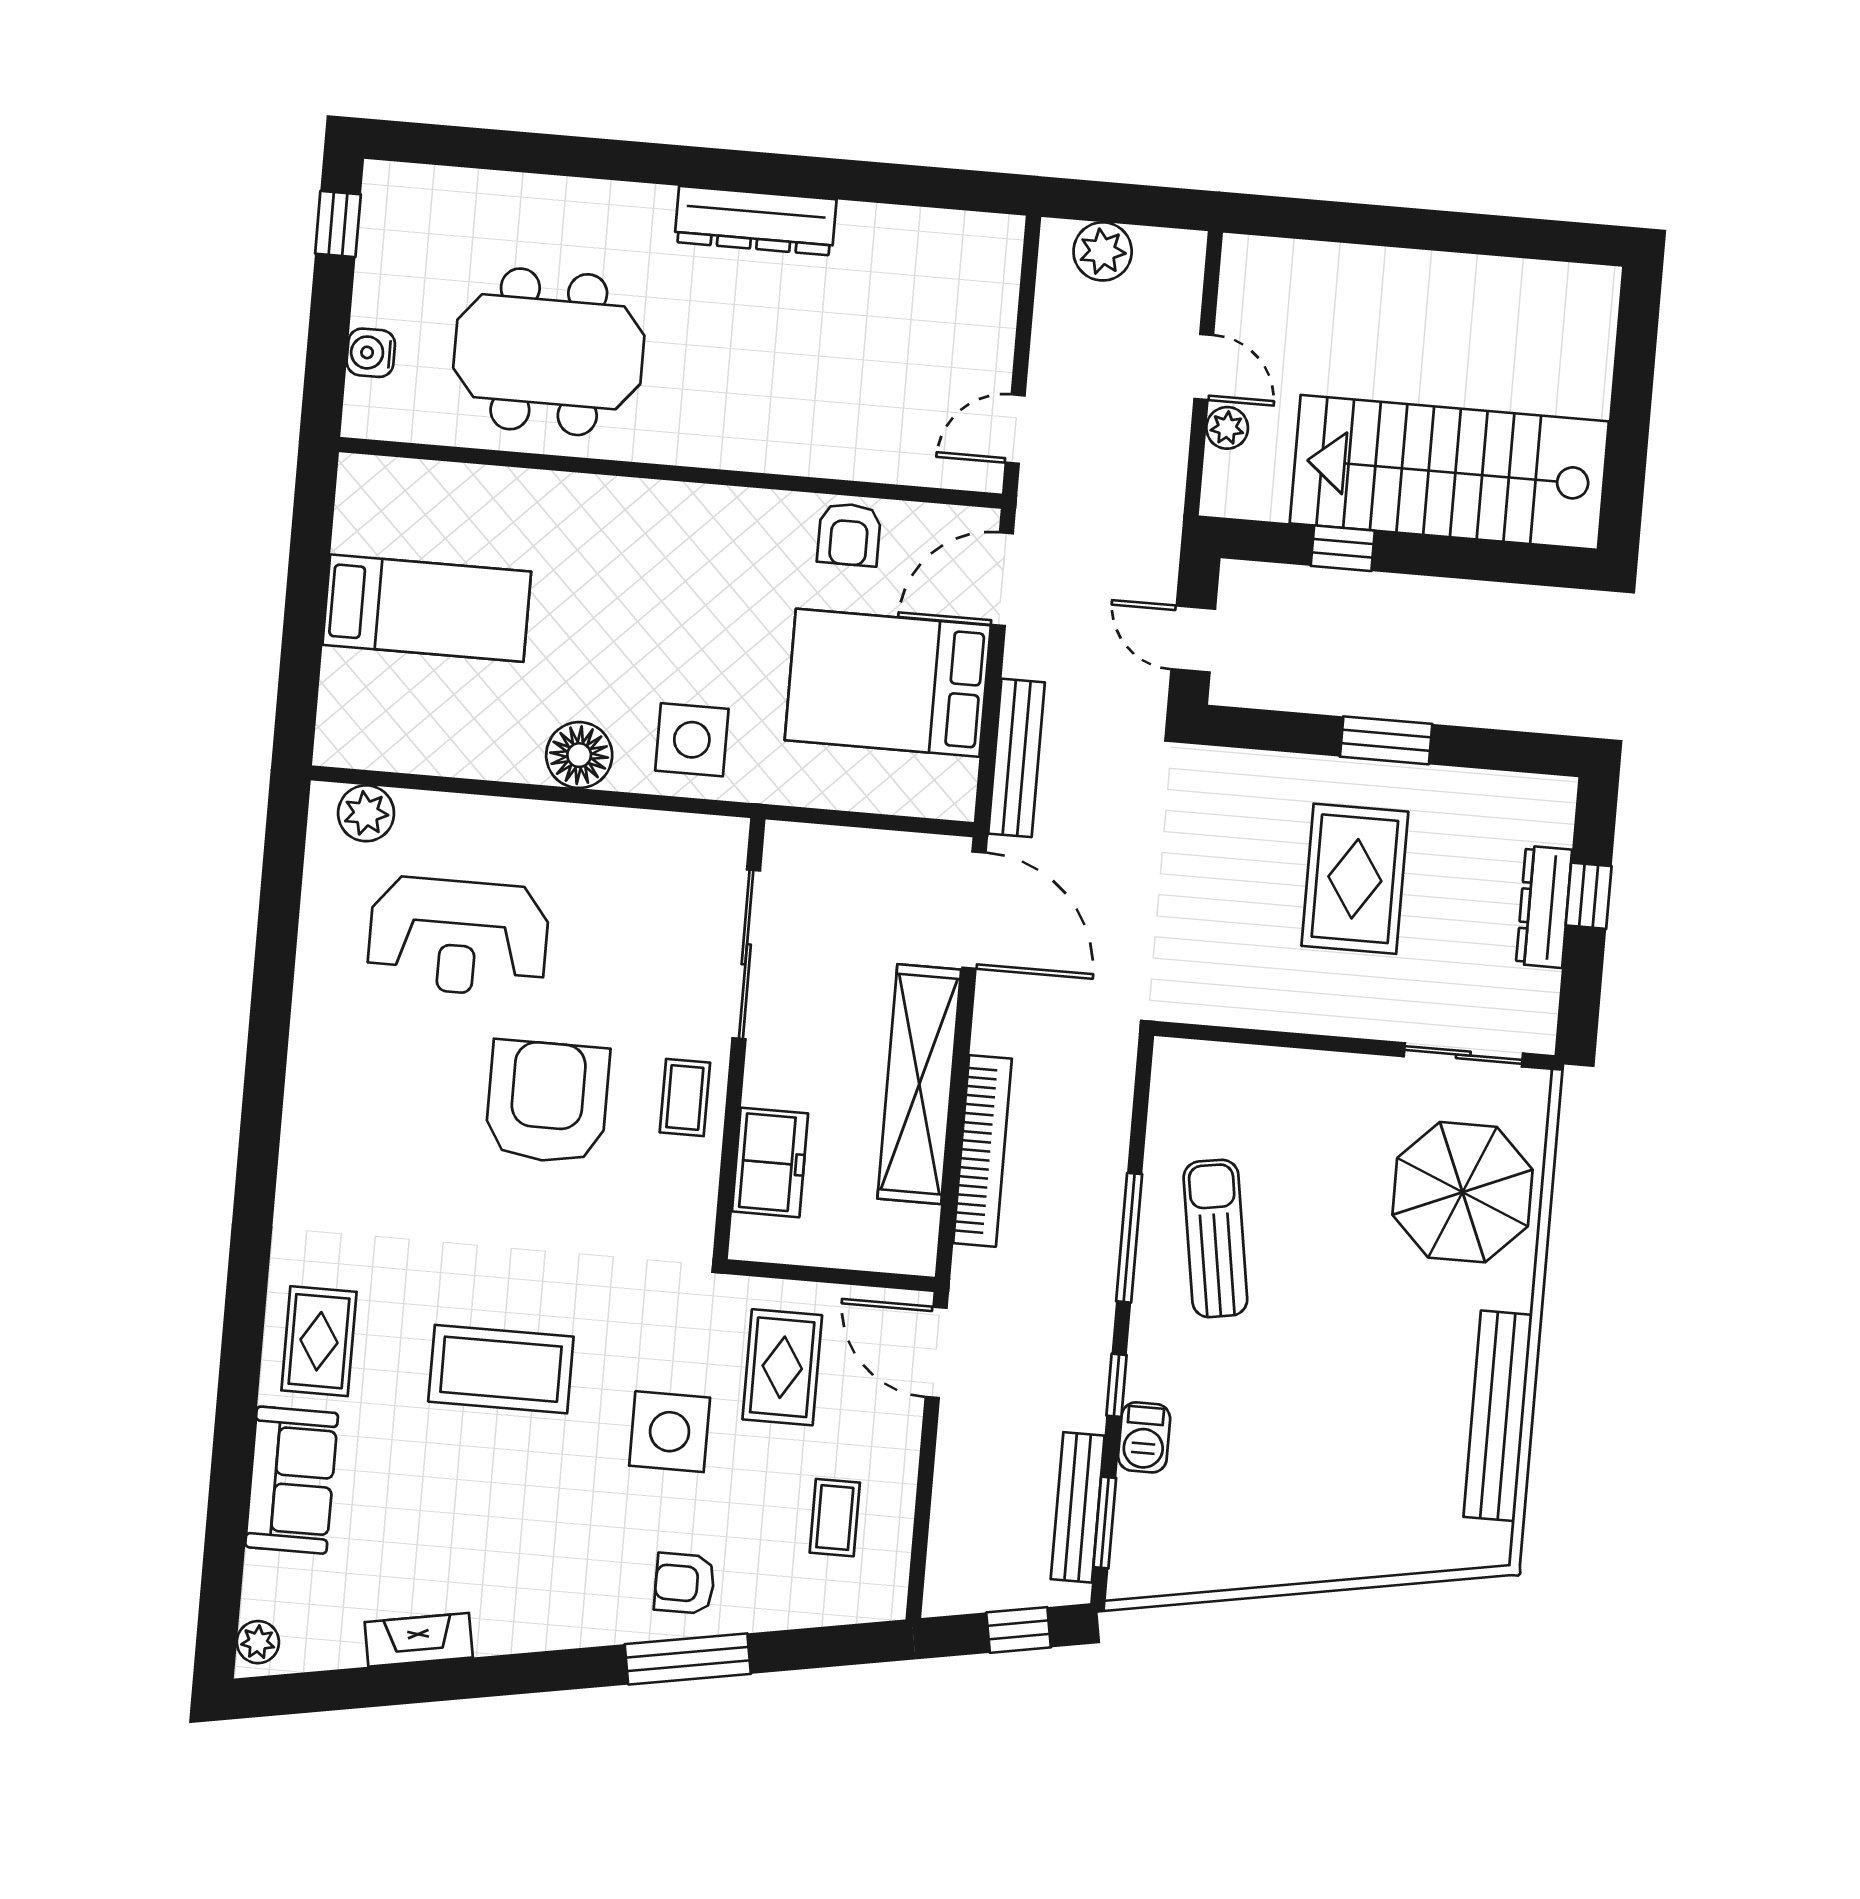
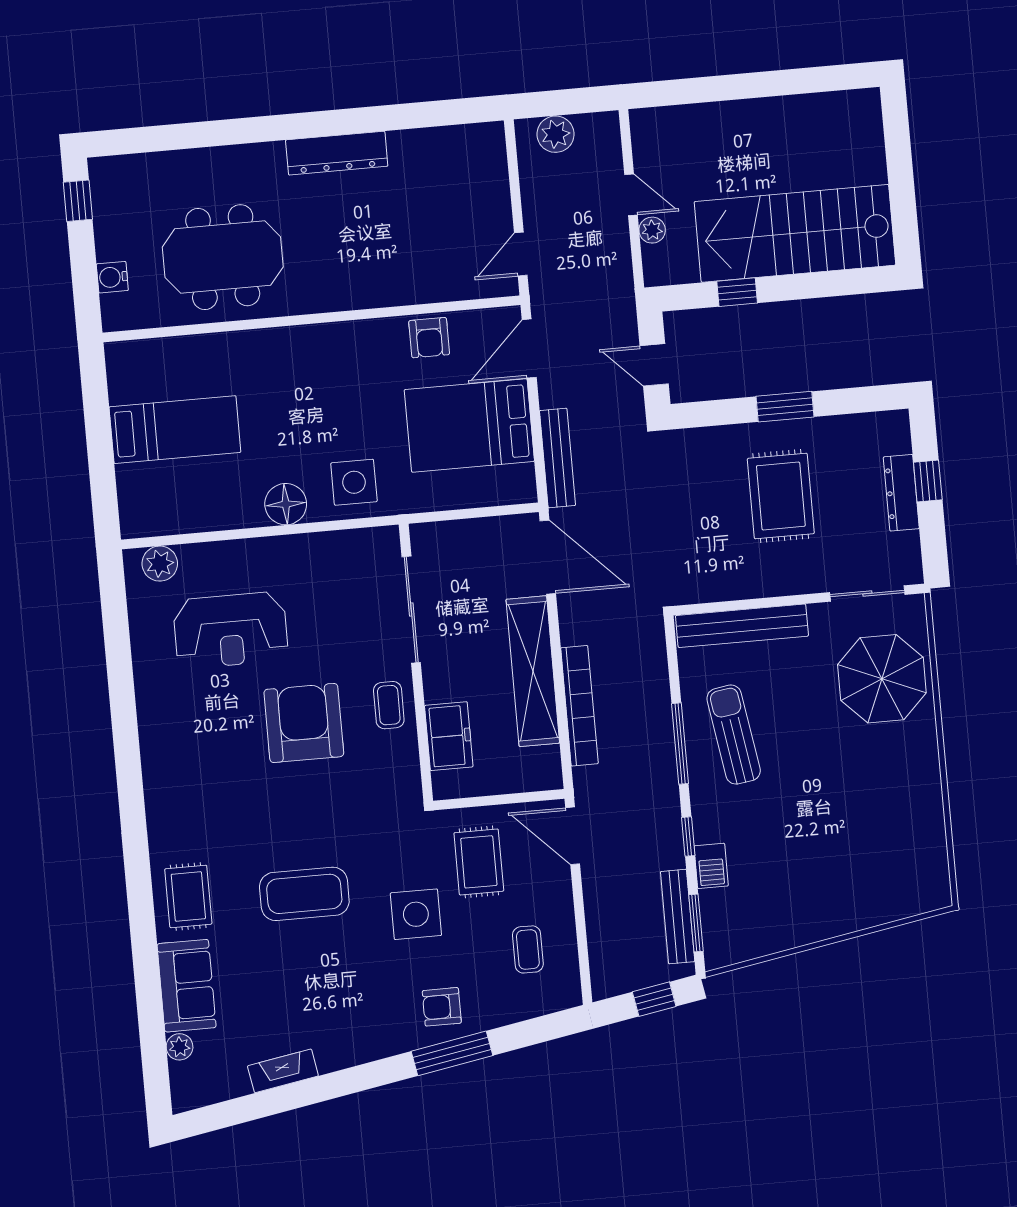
bench: (1498, 1416) -> (742, 626), moved, turned 90
plant: (258, 1642) -> (180, 1047), moved

